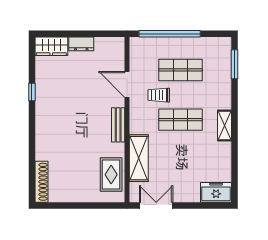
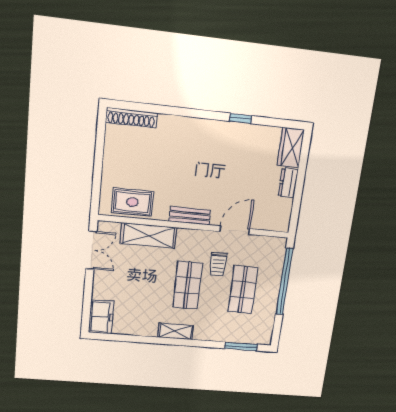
trolley: (159, 95) -> (218, 264), turned 180

